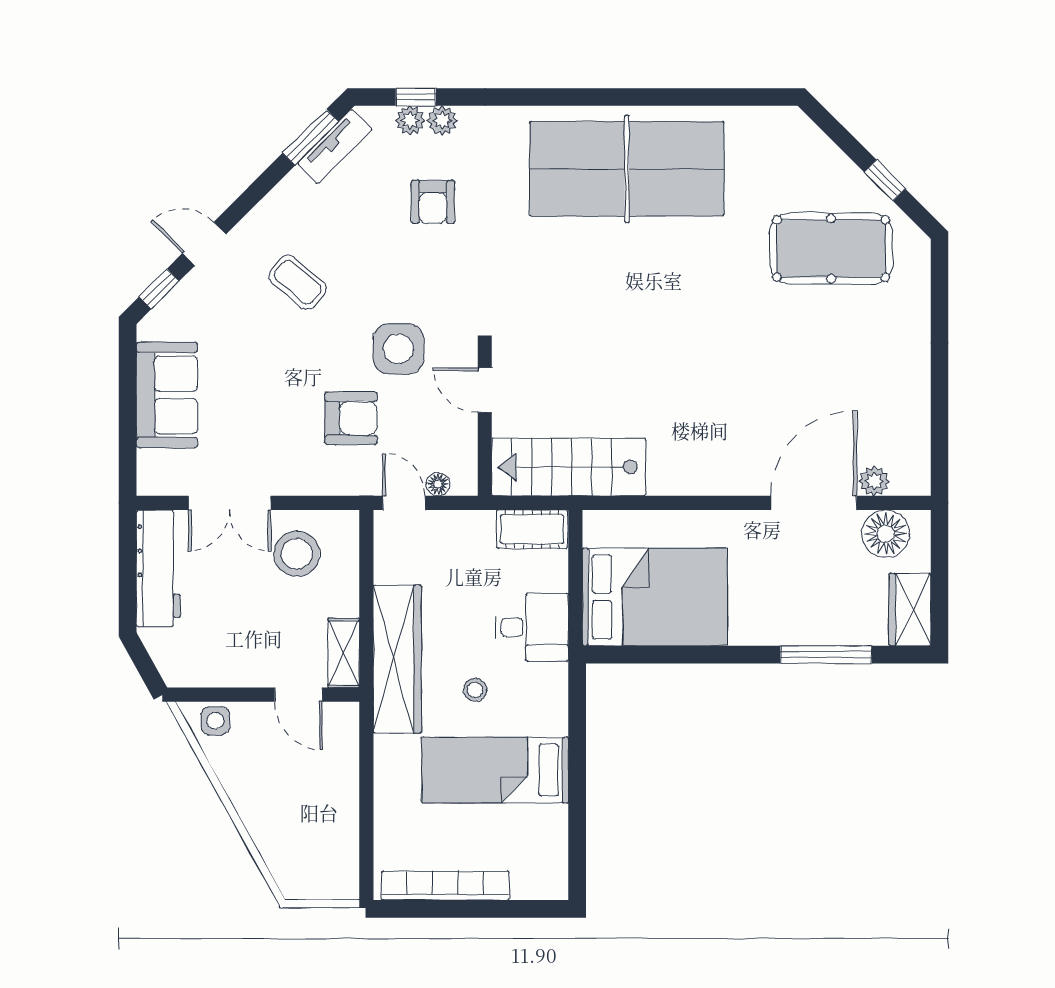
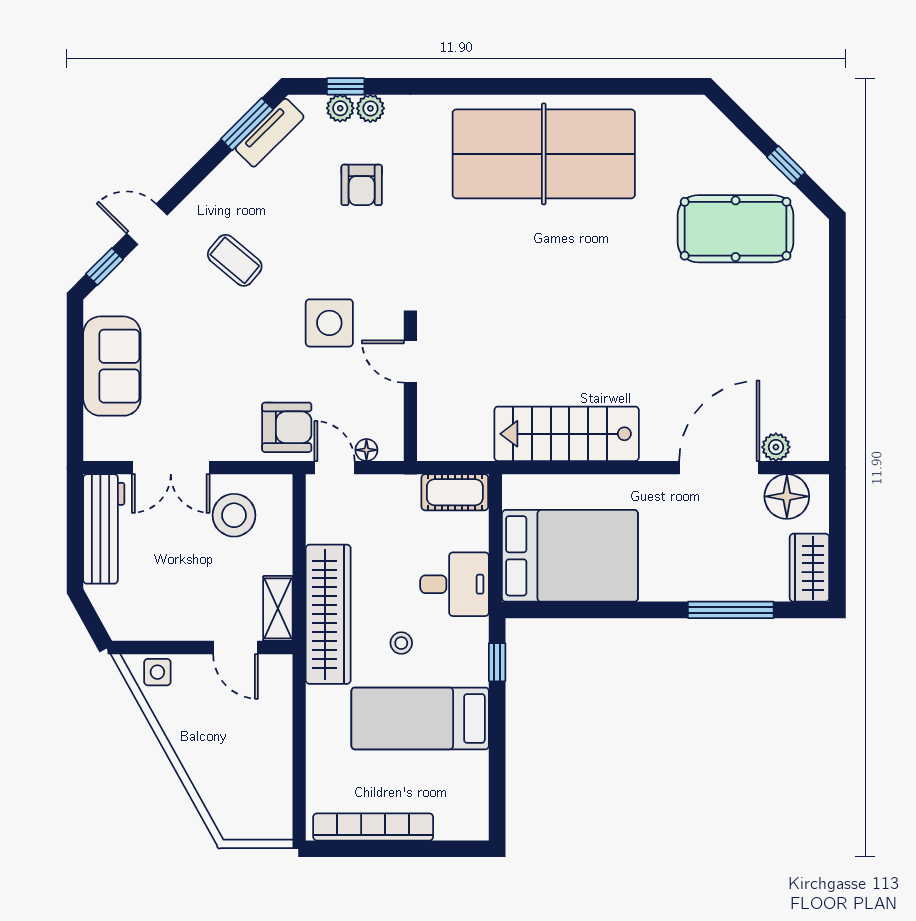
armchair: (351, 418) -> (287, 427), moved
stairs: (569, 467) -> (567, 434), moved
window: (577, 710) -> (497, 662), added

